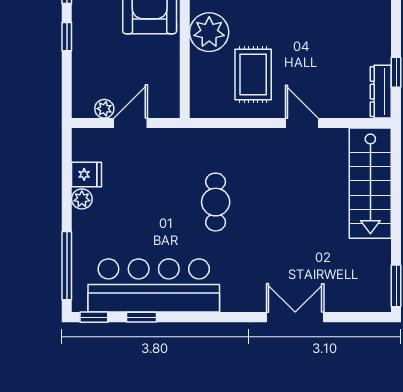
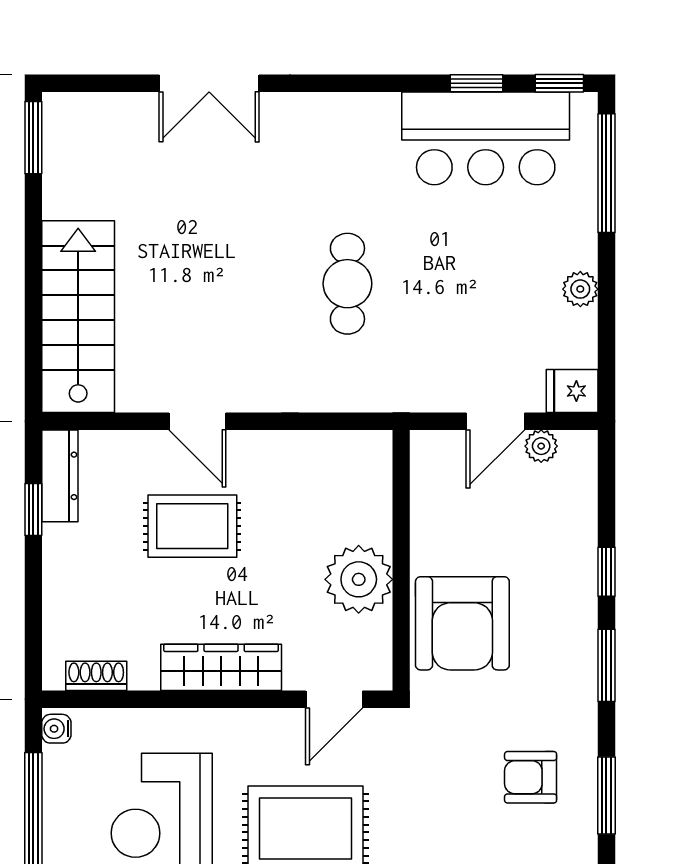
rug: (253, 74) -> (192, 526), moved, turned 90
fridge: (87, 174) -> (572, 391), moved
bar counter: (154, 286) -> (486, 138), width x0.73

